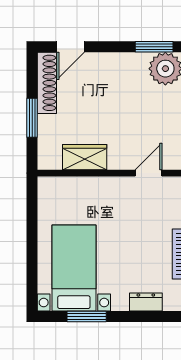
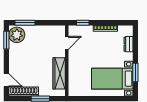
wardrobe: (85, 157) -> (59, 73), width x1.50
door: (149, 173) -> (67, 43), swing flipped

